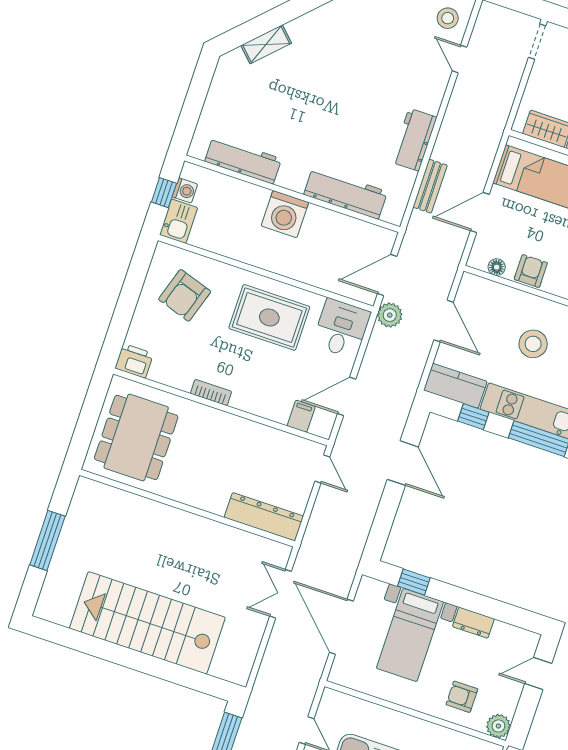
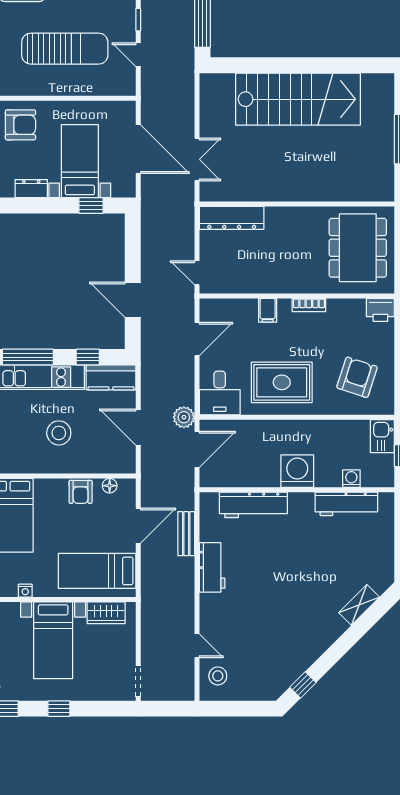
washing machine: (185, 190) -> (351, 479), moved, turned 90
filing cabinet: (301, 416) -> (268, 310), moved
armchair: (462, 697) -> (20, 125), width x1.38, depth x1.38

